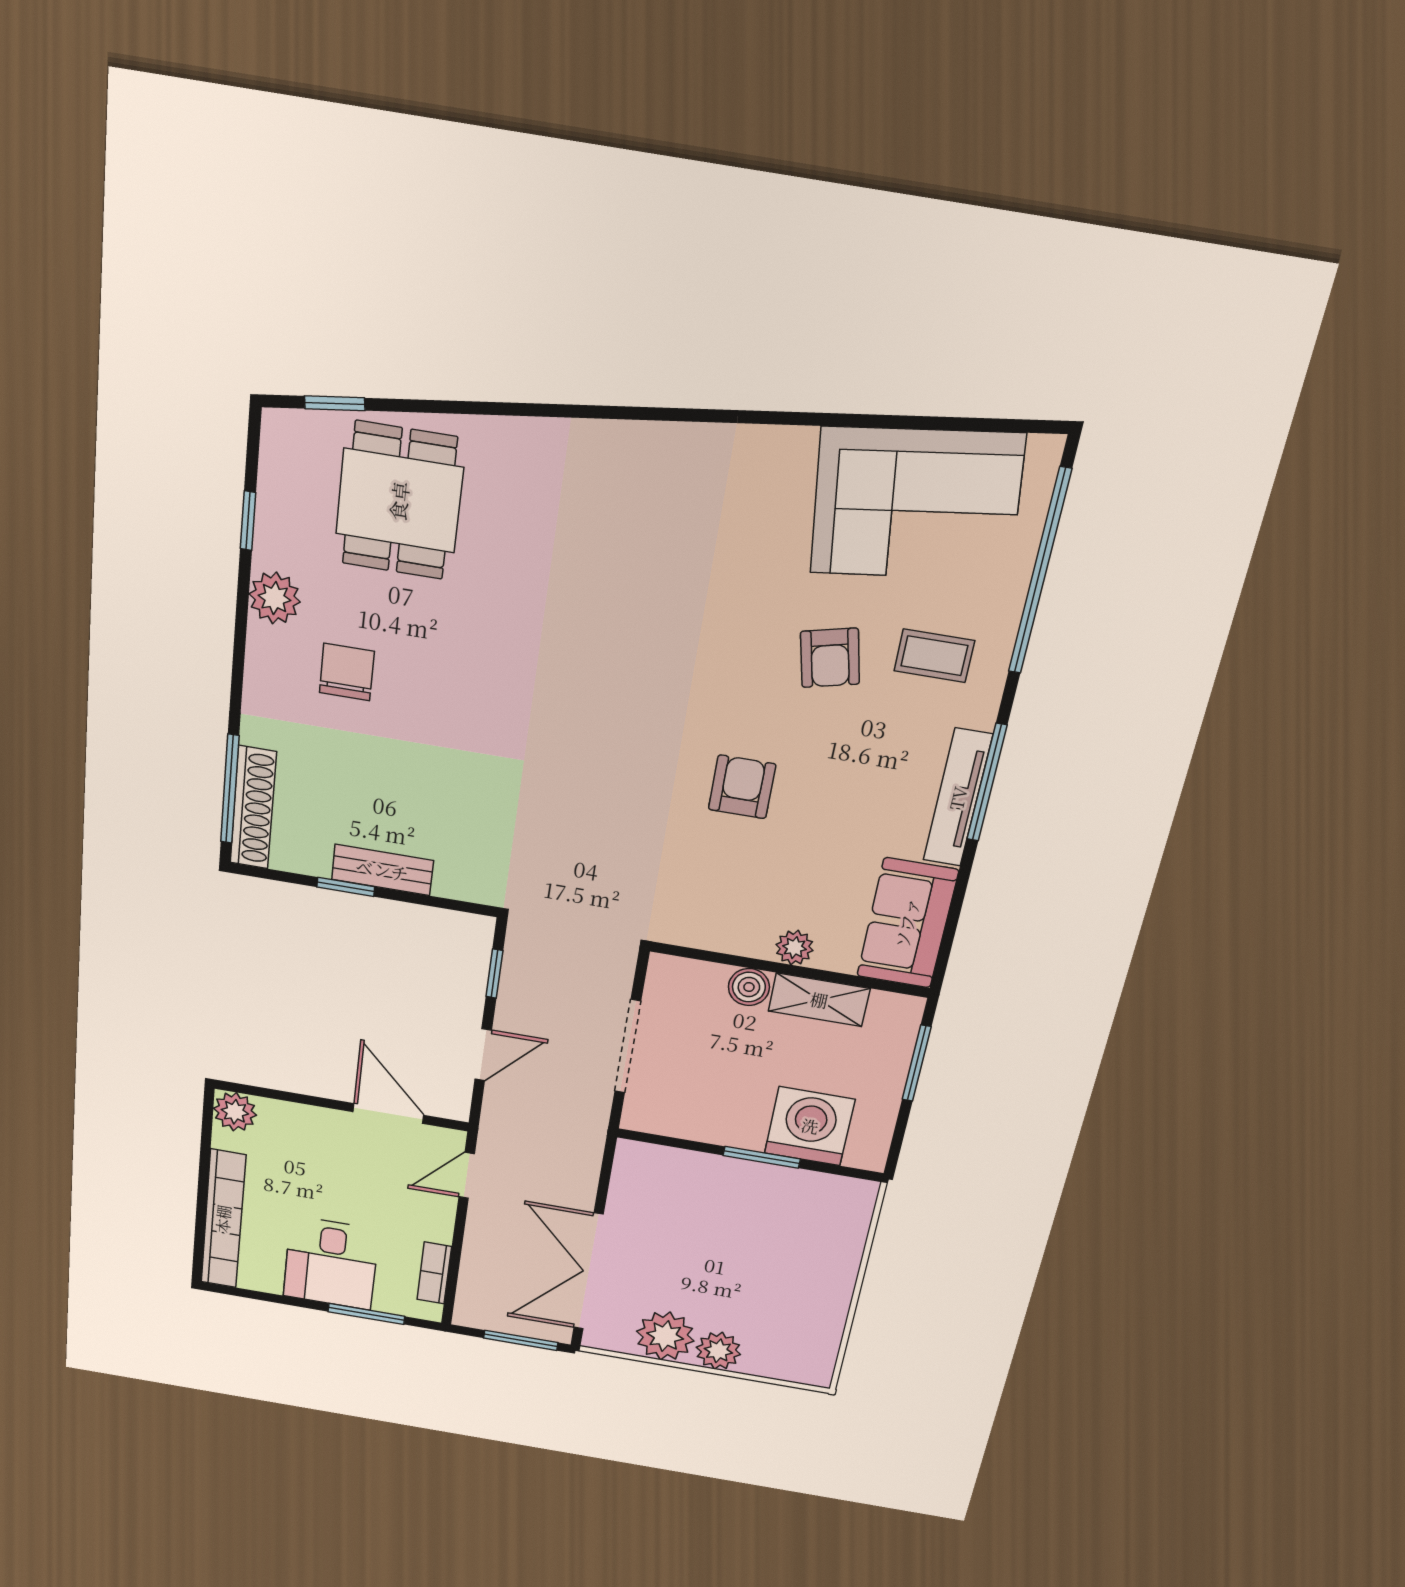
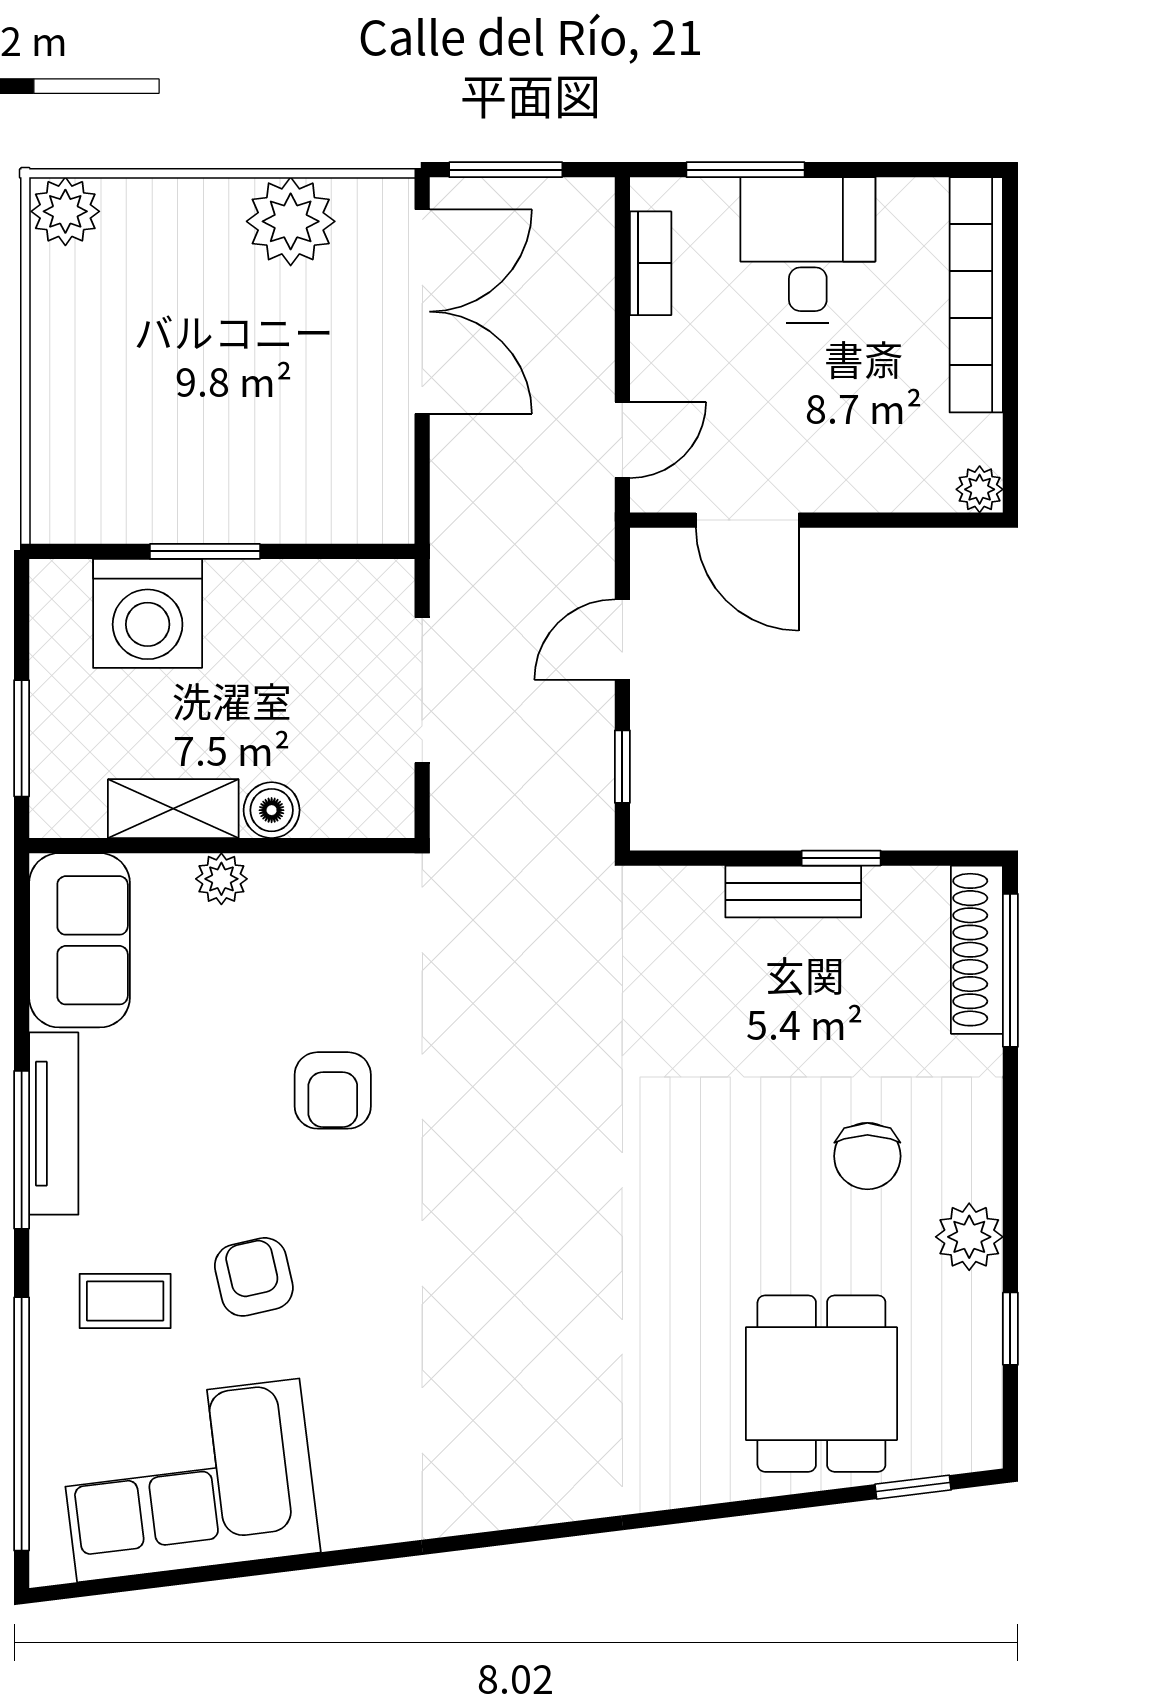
plant: (235, 1112) -> (980, 489), width x0.73, depth x0.73
plant: (718, 1351) -> (65, 211), moved

